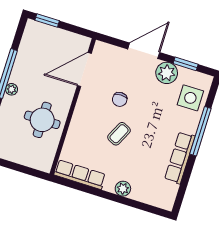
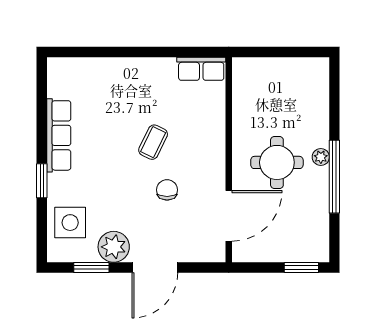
round table: (42, 120) -> (277, 162), moved
window: (200, 131) -> (42, 181), width x0.47
row of seats: (80, 175) -> (201, 69), width x0.68
plant: (123, 189) -> (124, 68), removed

